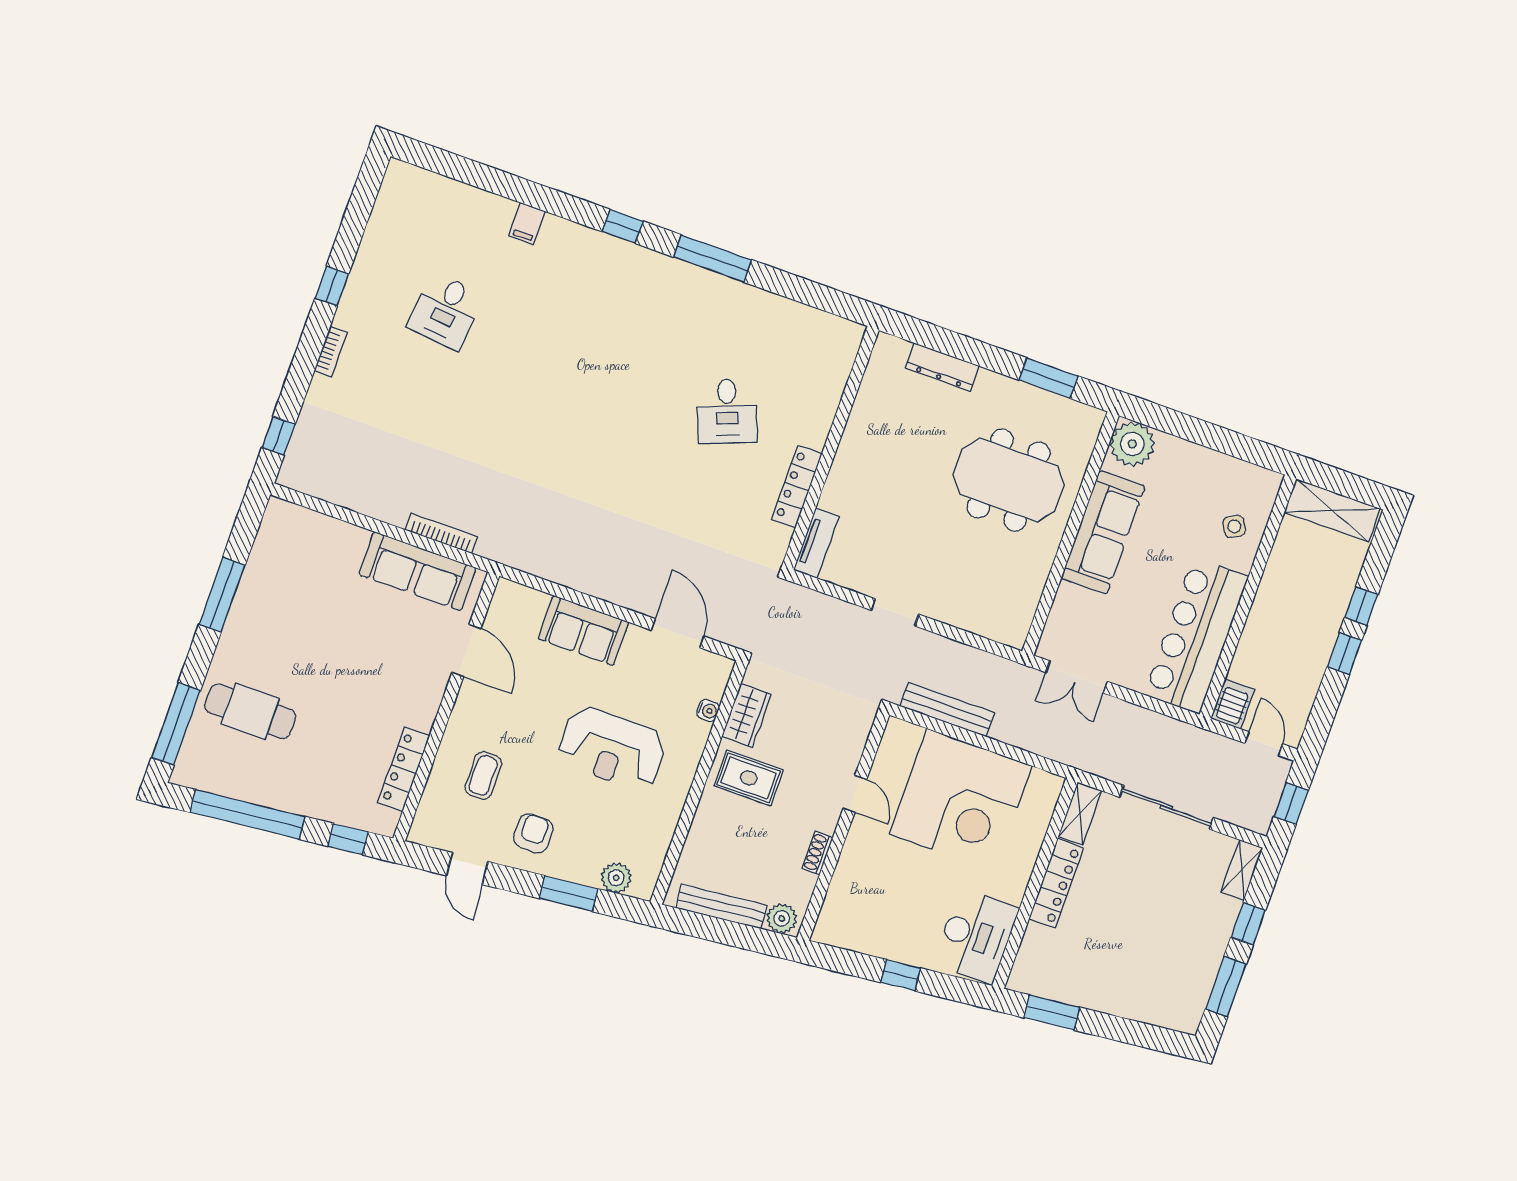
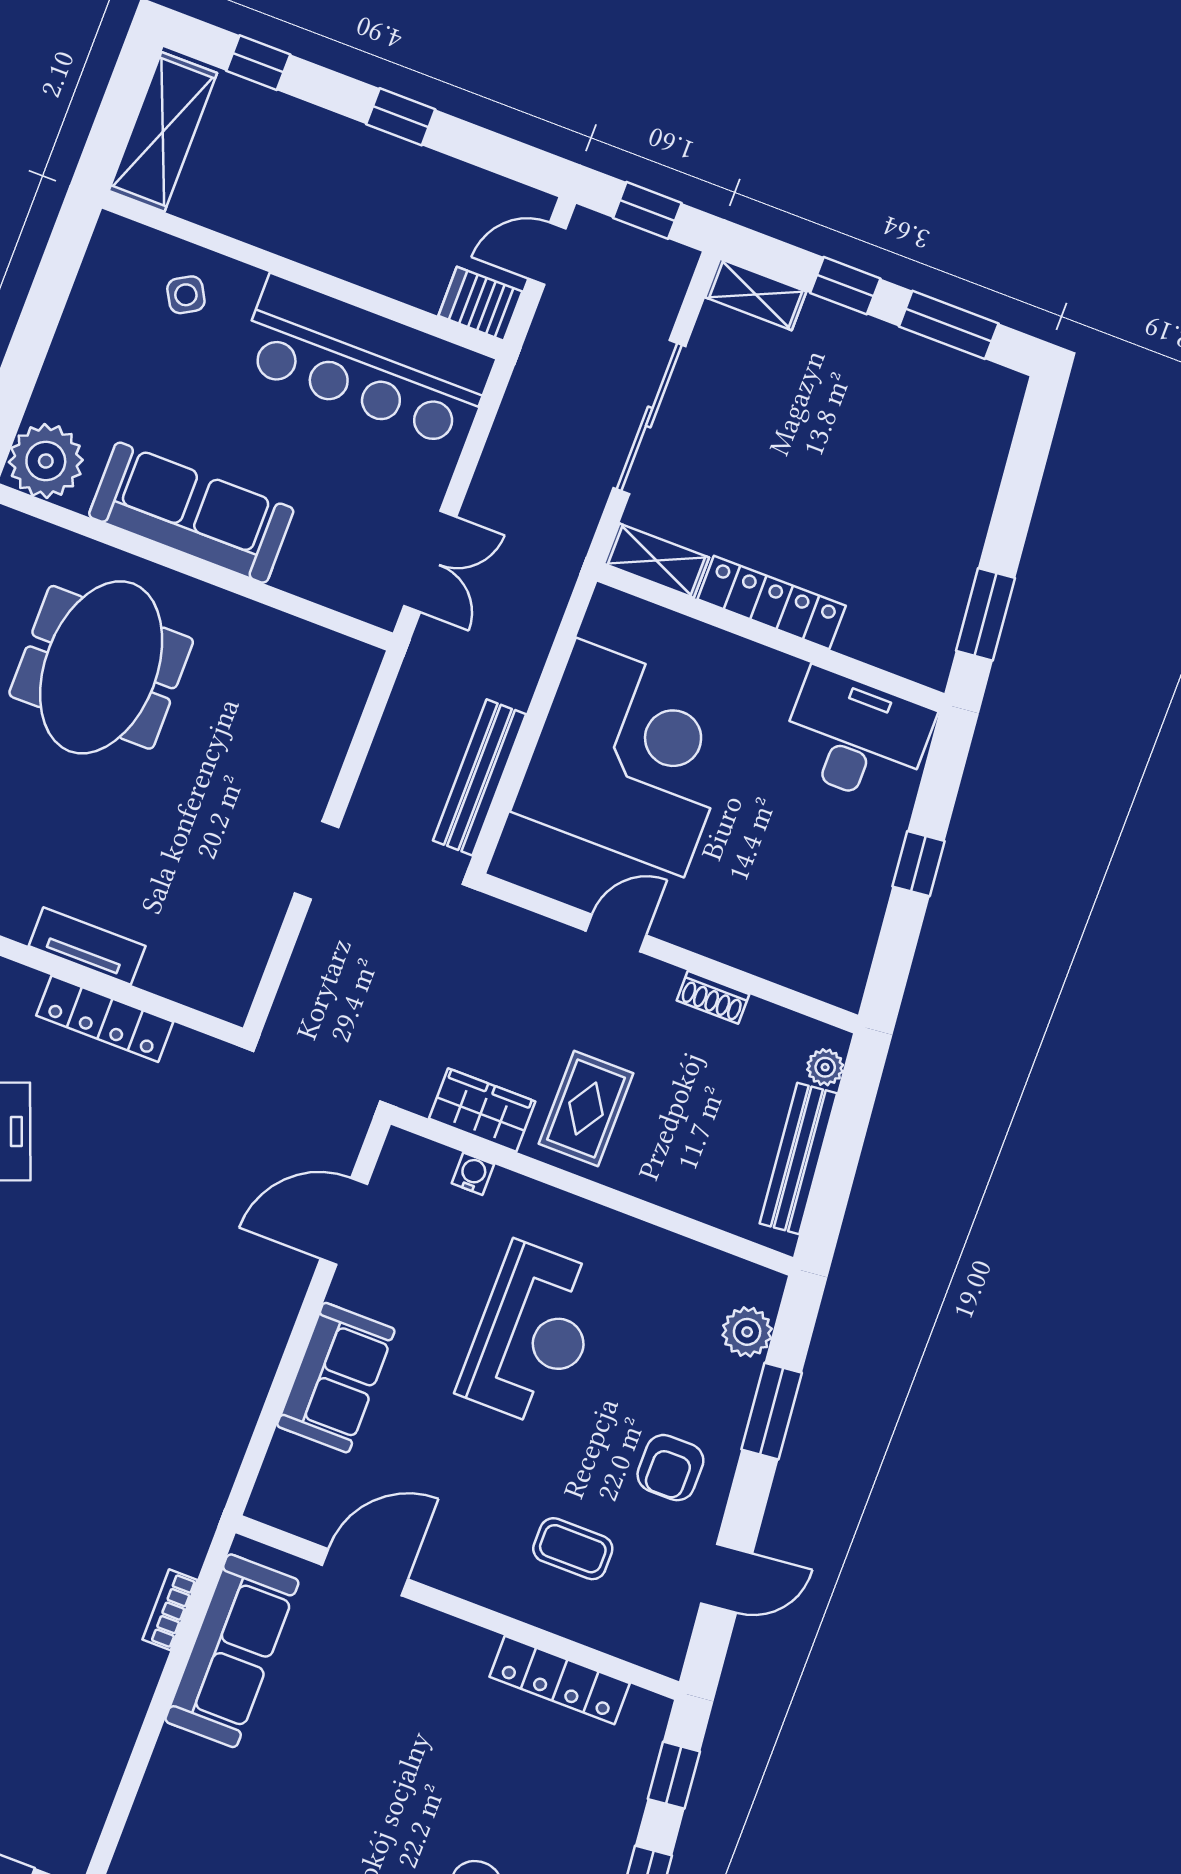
bookcase: (441, 533) -> (170, 1610), width x0.64
tv unit: (816, 543) -> (87, 946), moved
window: (1361, 606) -> (258, 63), moved
armchair: (533, 833) -> (670, 1468), turned -90
plant: (782, 919) -> (825, 1067), width x0.73, depth x0.73

